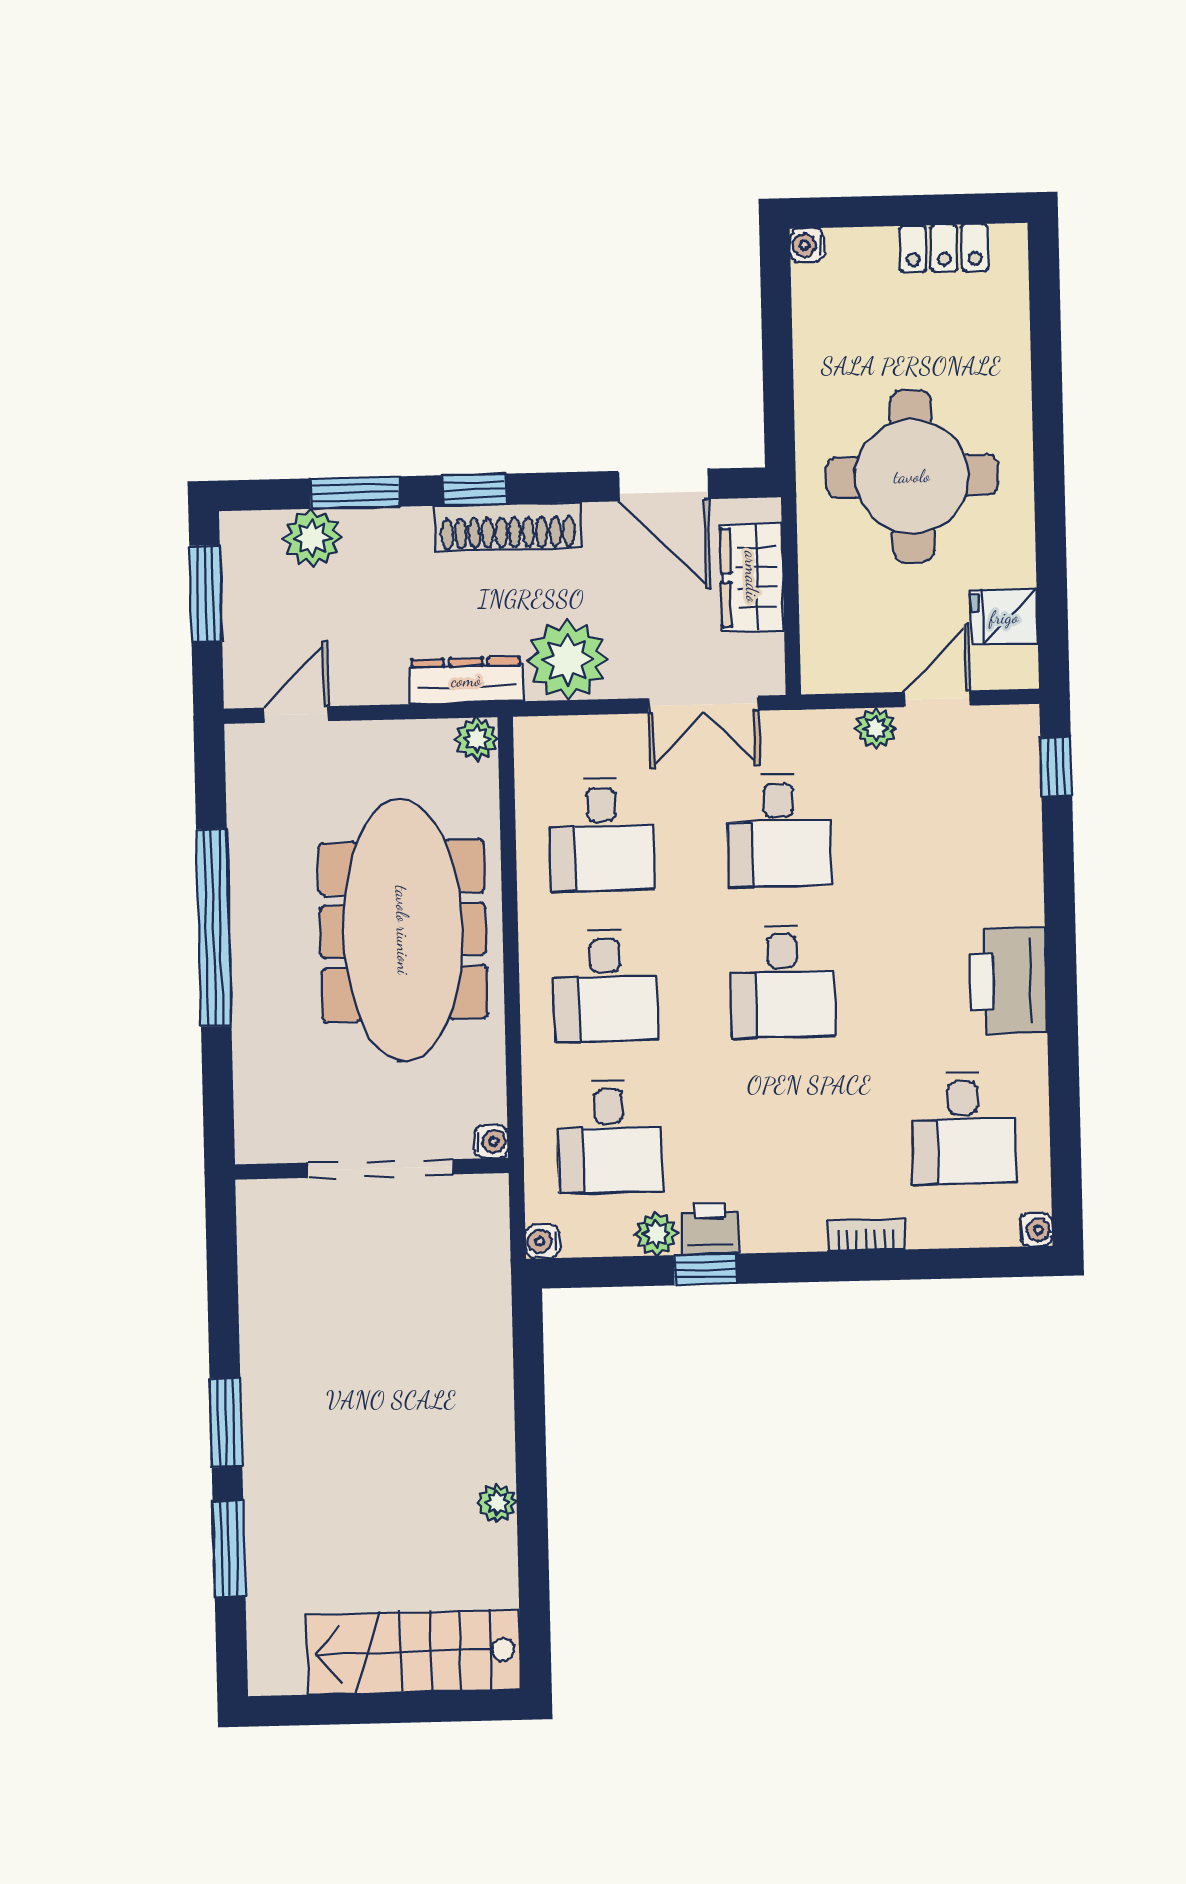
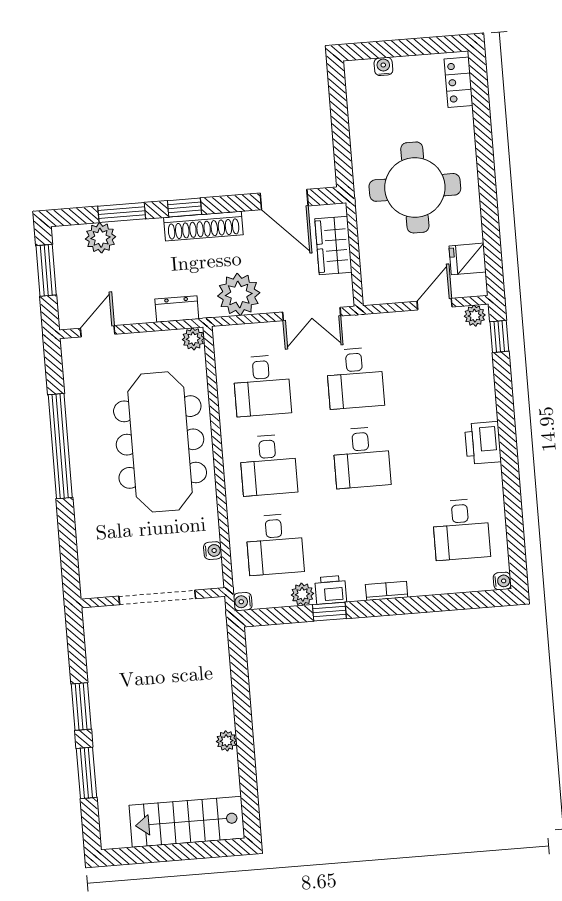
water cooler: (807, 245) -> (383, 66), moved, turned 90
locker: (944, 248) -> (458, 82), moved, turned 90
dresser: (466, 680) -> (177, 309), width x0.70
plant: (876, 728) -> (475, 316), moved
printer: (1008, 981) -> (483, 443), width x0.73, depth x0.84
doorway: (380, 1168) -> (157, 597), moved
wall: (372, 1169) -> (153, 598), moved
bookcase: (866, 1235) -> (387, 591), moved

